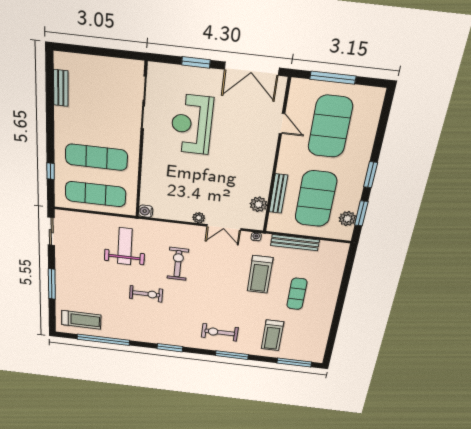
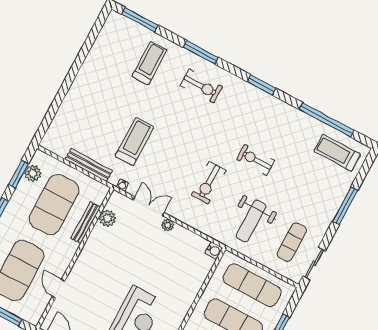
exercise mat: (297, 294) -> (292, 242), moved

